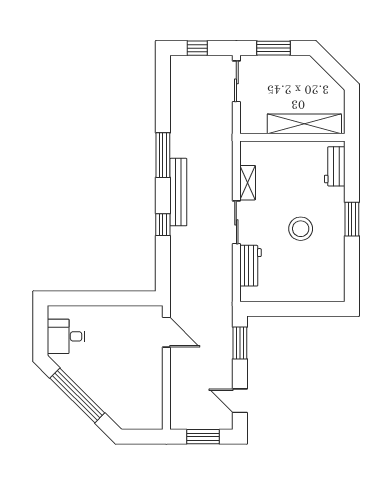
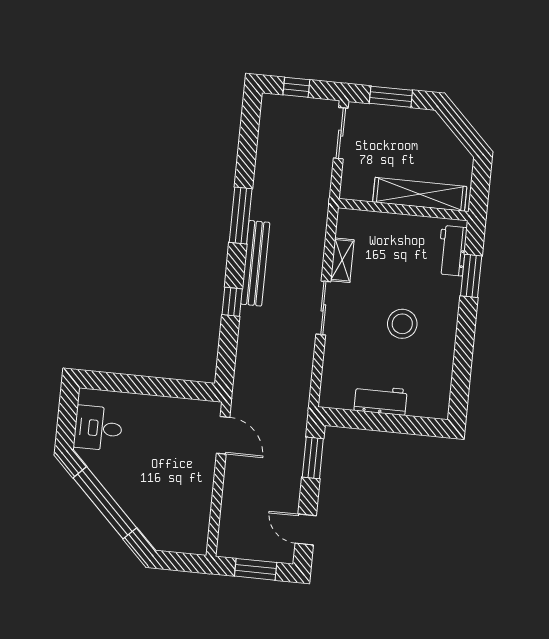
window: (352, 219) -> (471, 276), moved
workbench: (250, 266) -> (381, 400), moved, turned -90

